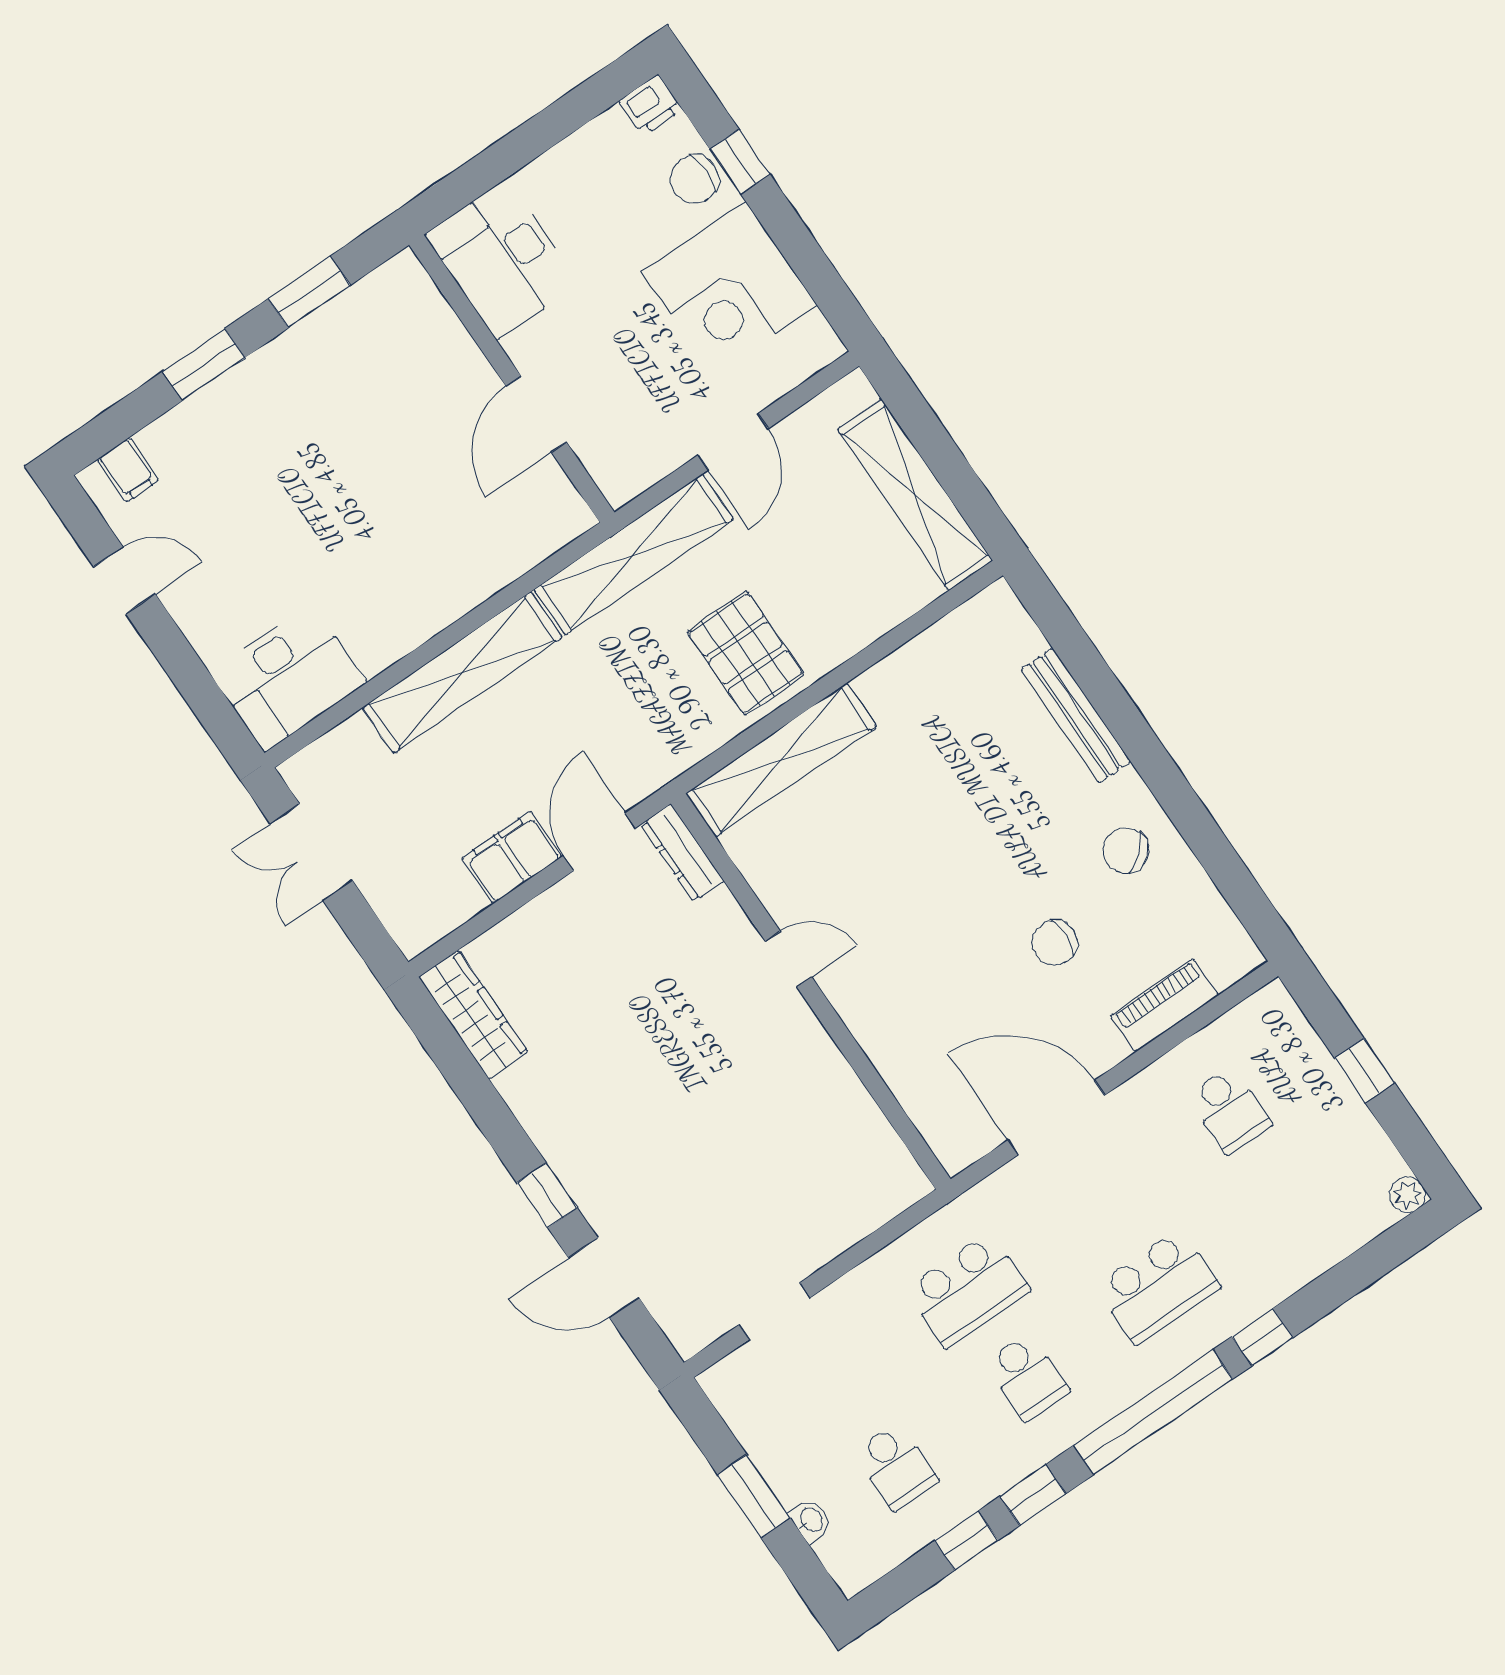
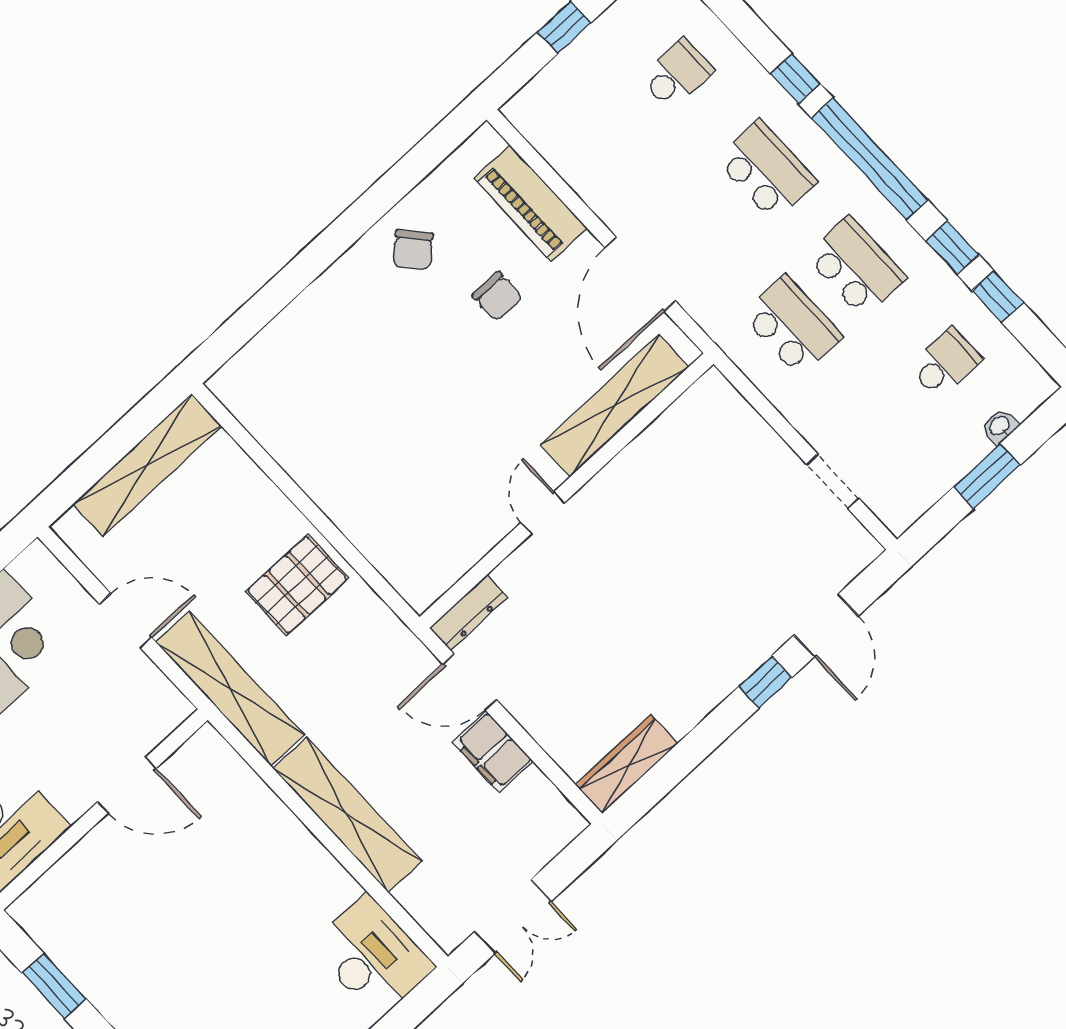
bench: (1076, 716) -> (308, 307), removed
shelving: (781, 760) -> (615, 406), moved, turned 90
piano: (1164, 1005) -> (531, 203), width x1.37, depth x1.33
school desk: (1229, 1110) -> (677, 74), moved
school desk: (1027, 1377) -> (856, 267), width x1.85

